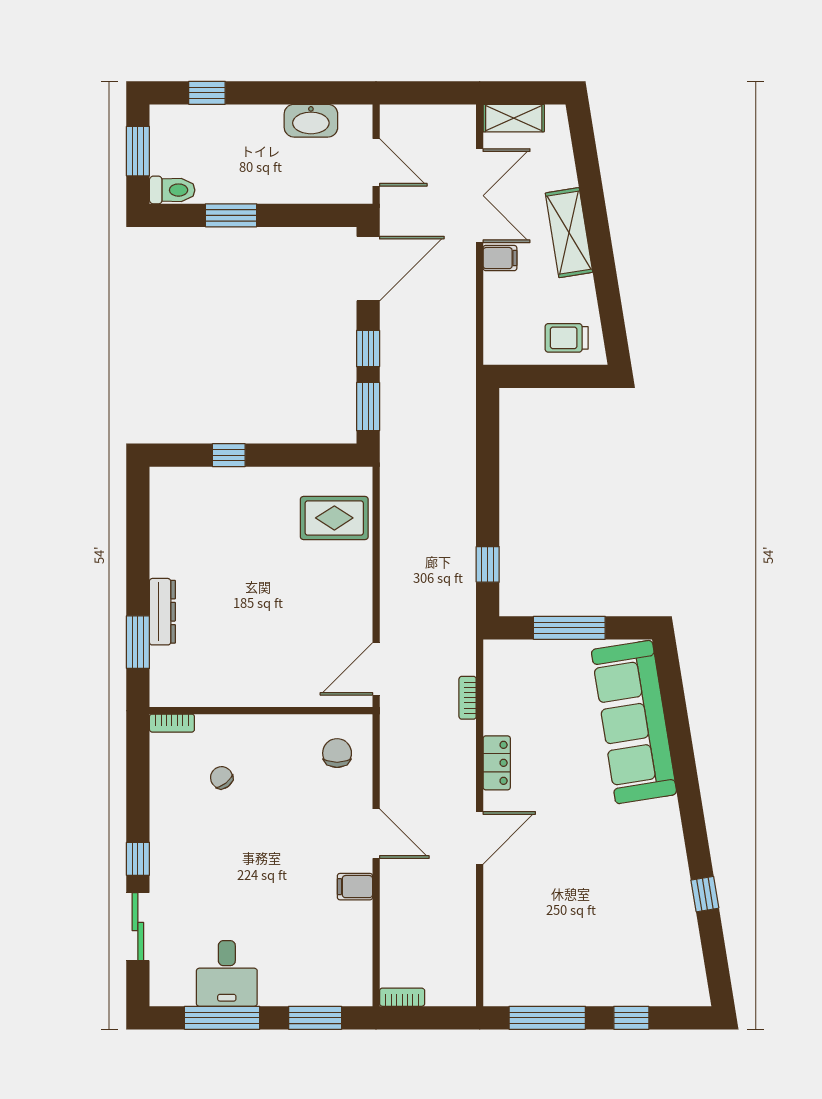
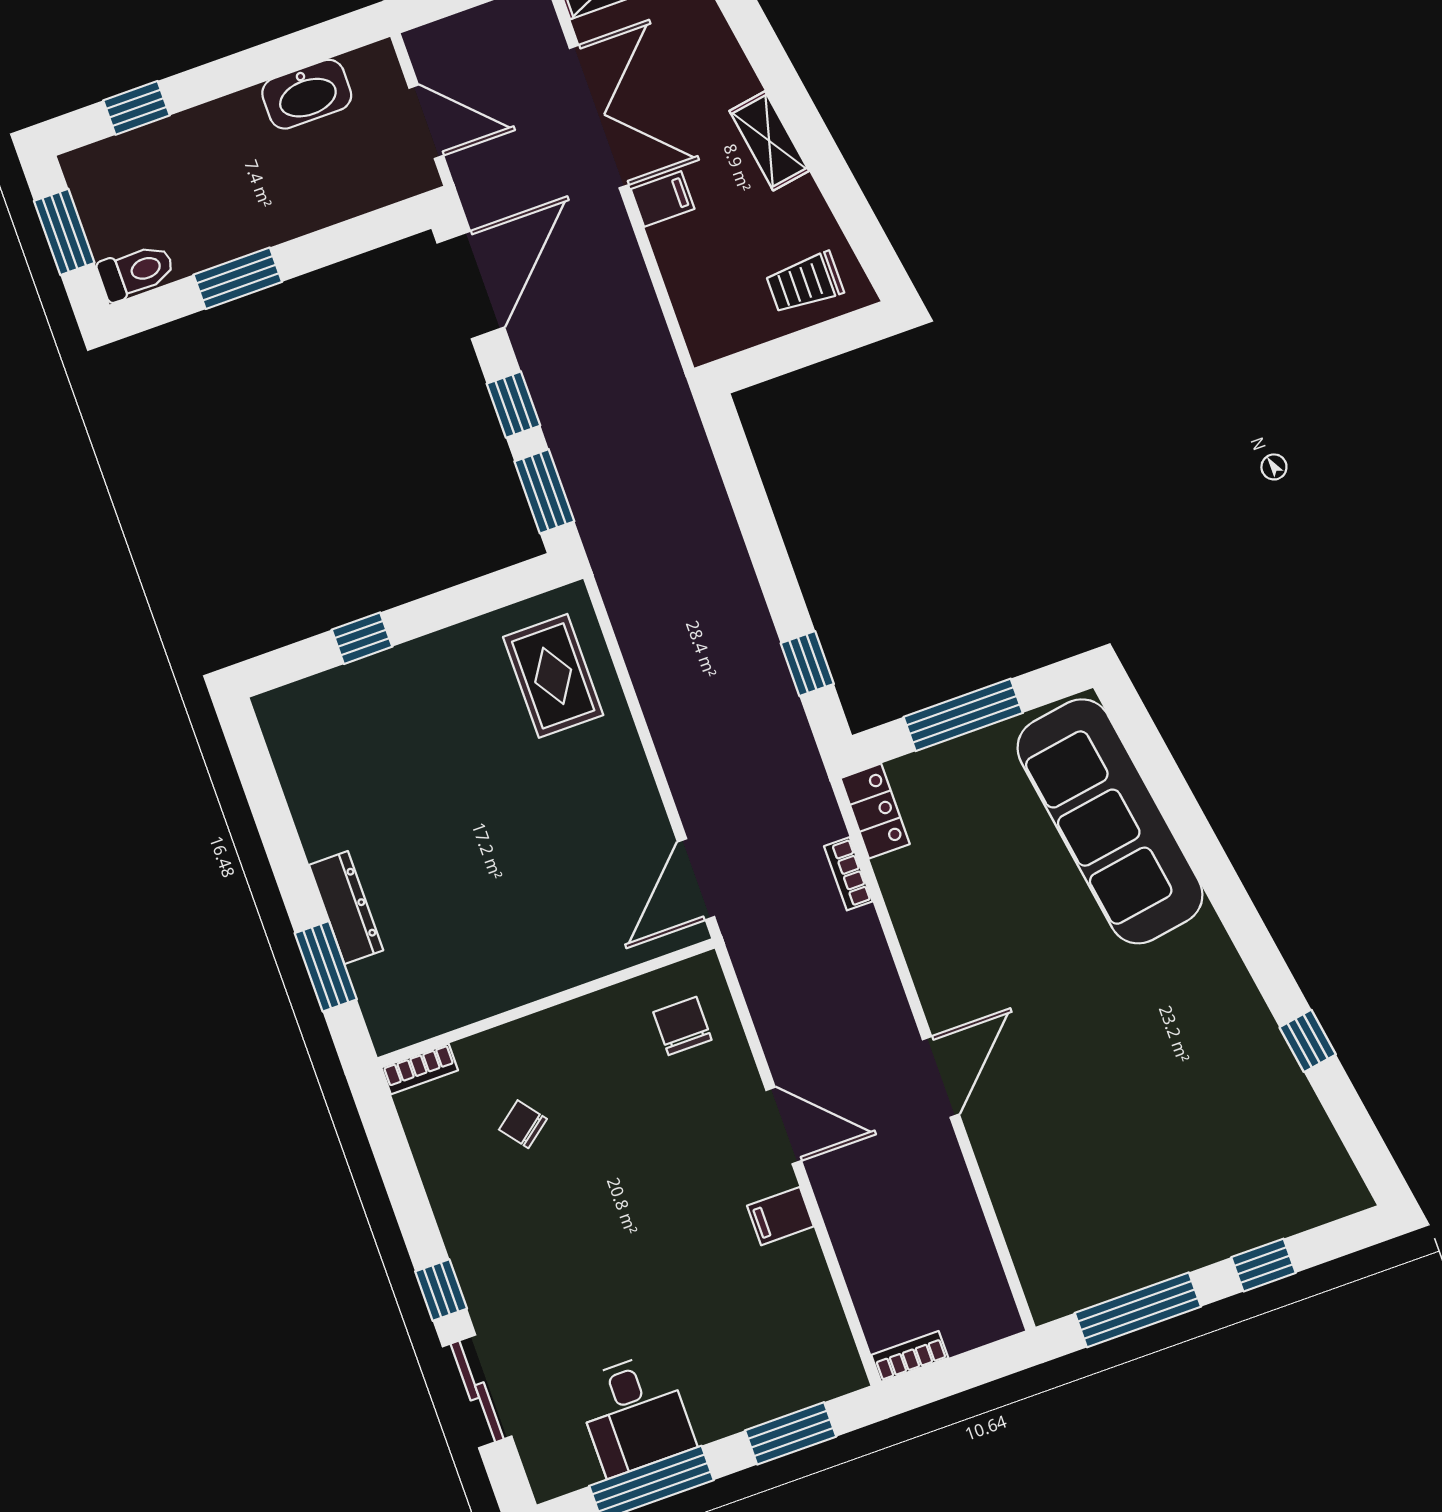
shelving: (569, 233) -> (769, 141), width x0.67, depth x0.75
rug: (334, 518) -> (553, 676), turned 90
locker: (497, 763) -> (875, 811), moved

